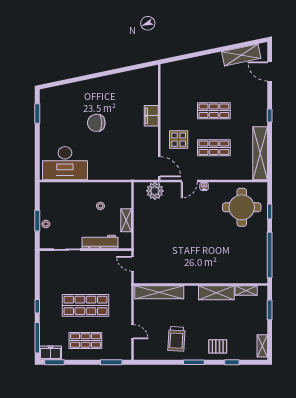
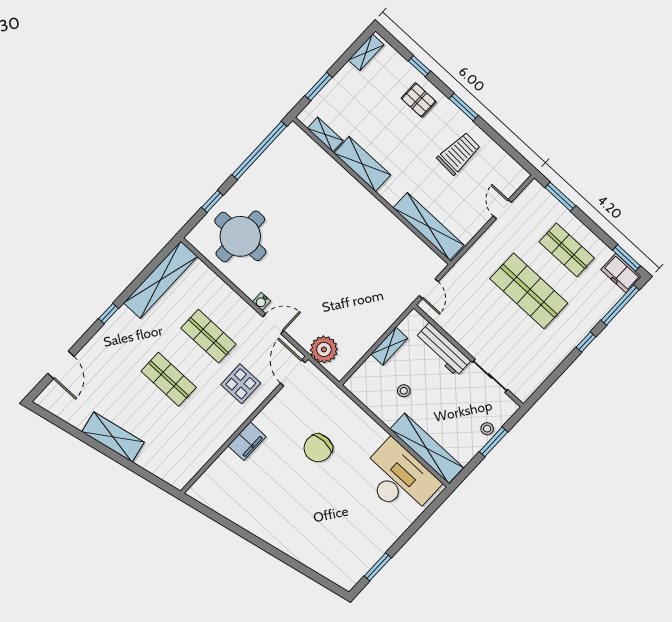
shelving: (241, 55) -> (113, 437), moved
chair: (96, 123) -> (318, 448), moved, turned 90
shelving: (65, 189) -> (427, 448), added

